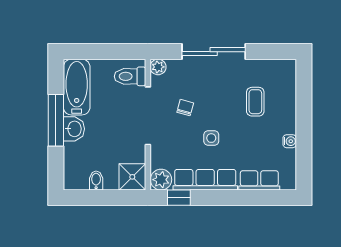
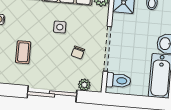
plant: (158, 67) -> (84, 85), moved

